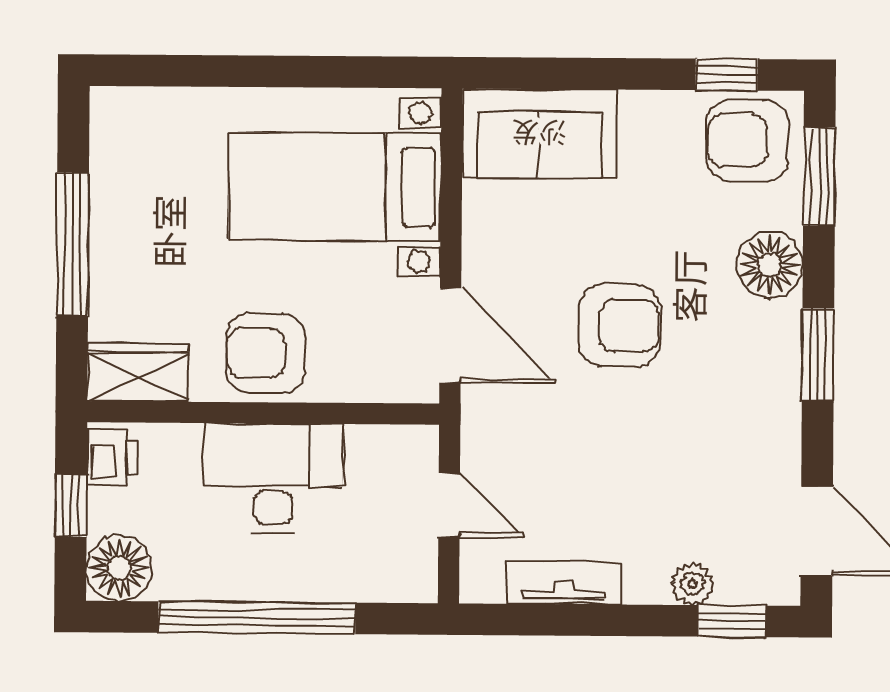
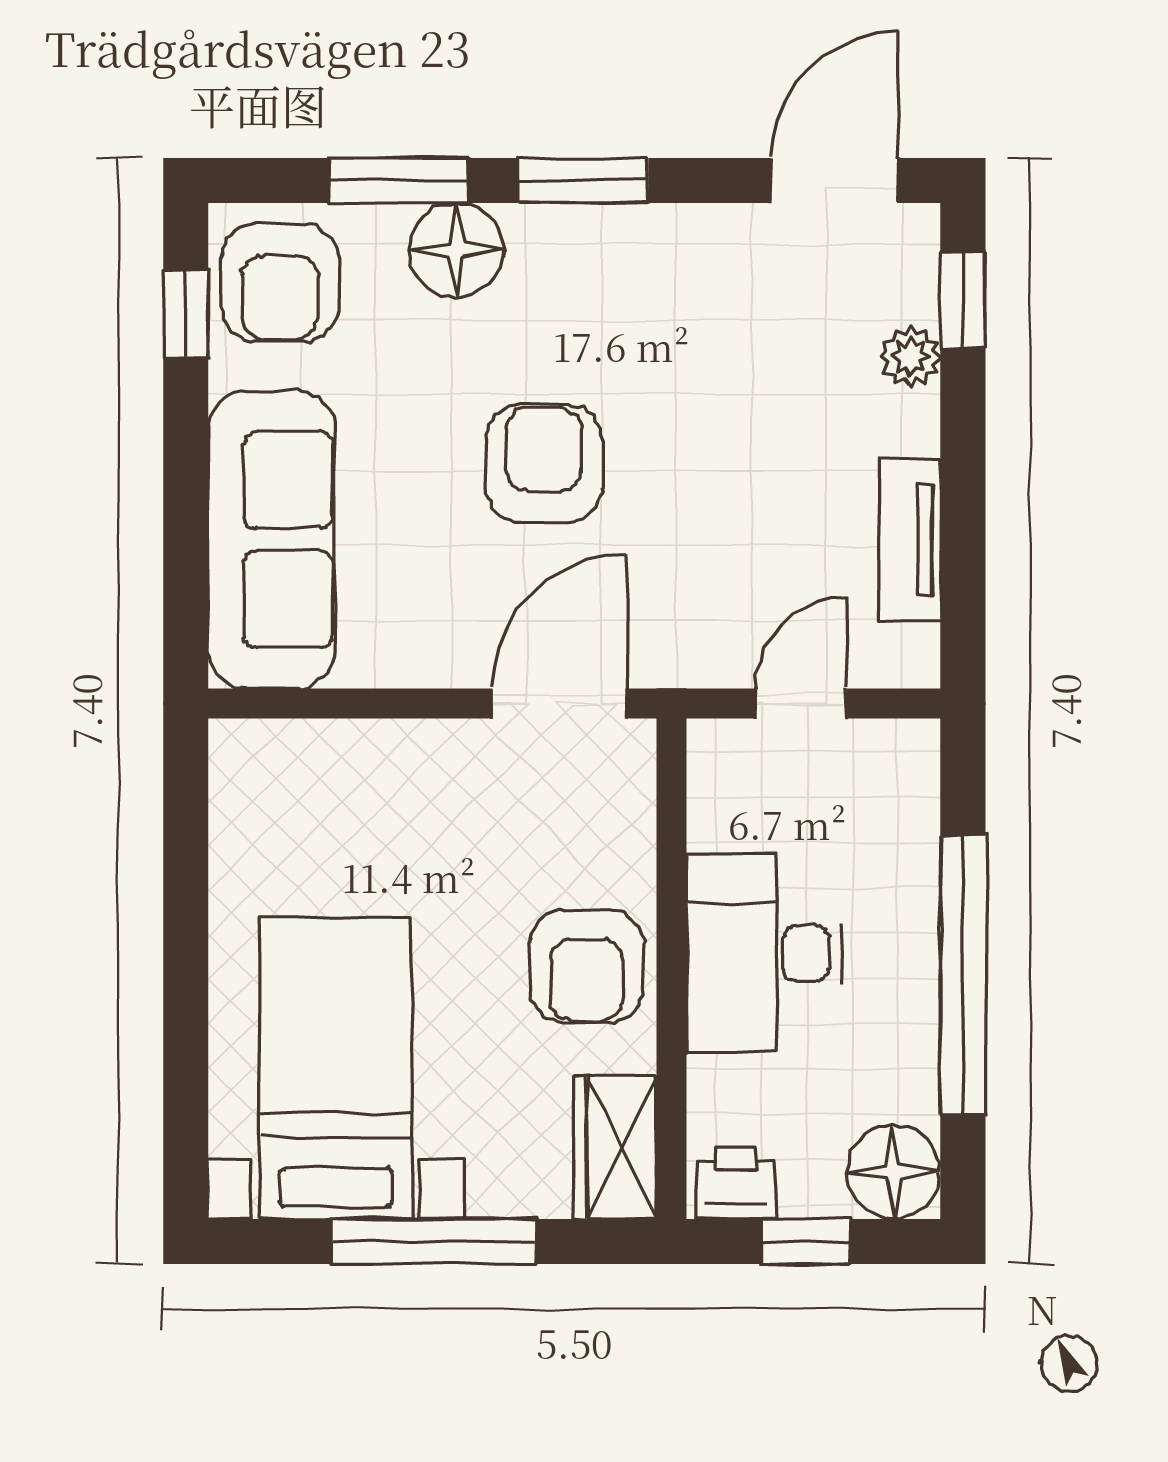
sofa: (539, 134) -> (272, 540), width x1.36
window: (819, 177) -> (399, 180), moved
bed with nightstands: (335, 187) -> (336, 1068), moved, turned 180

